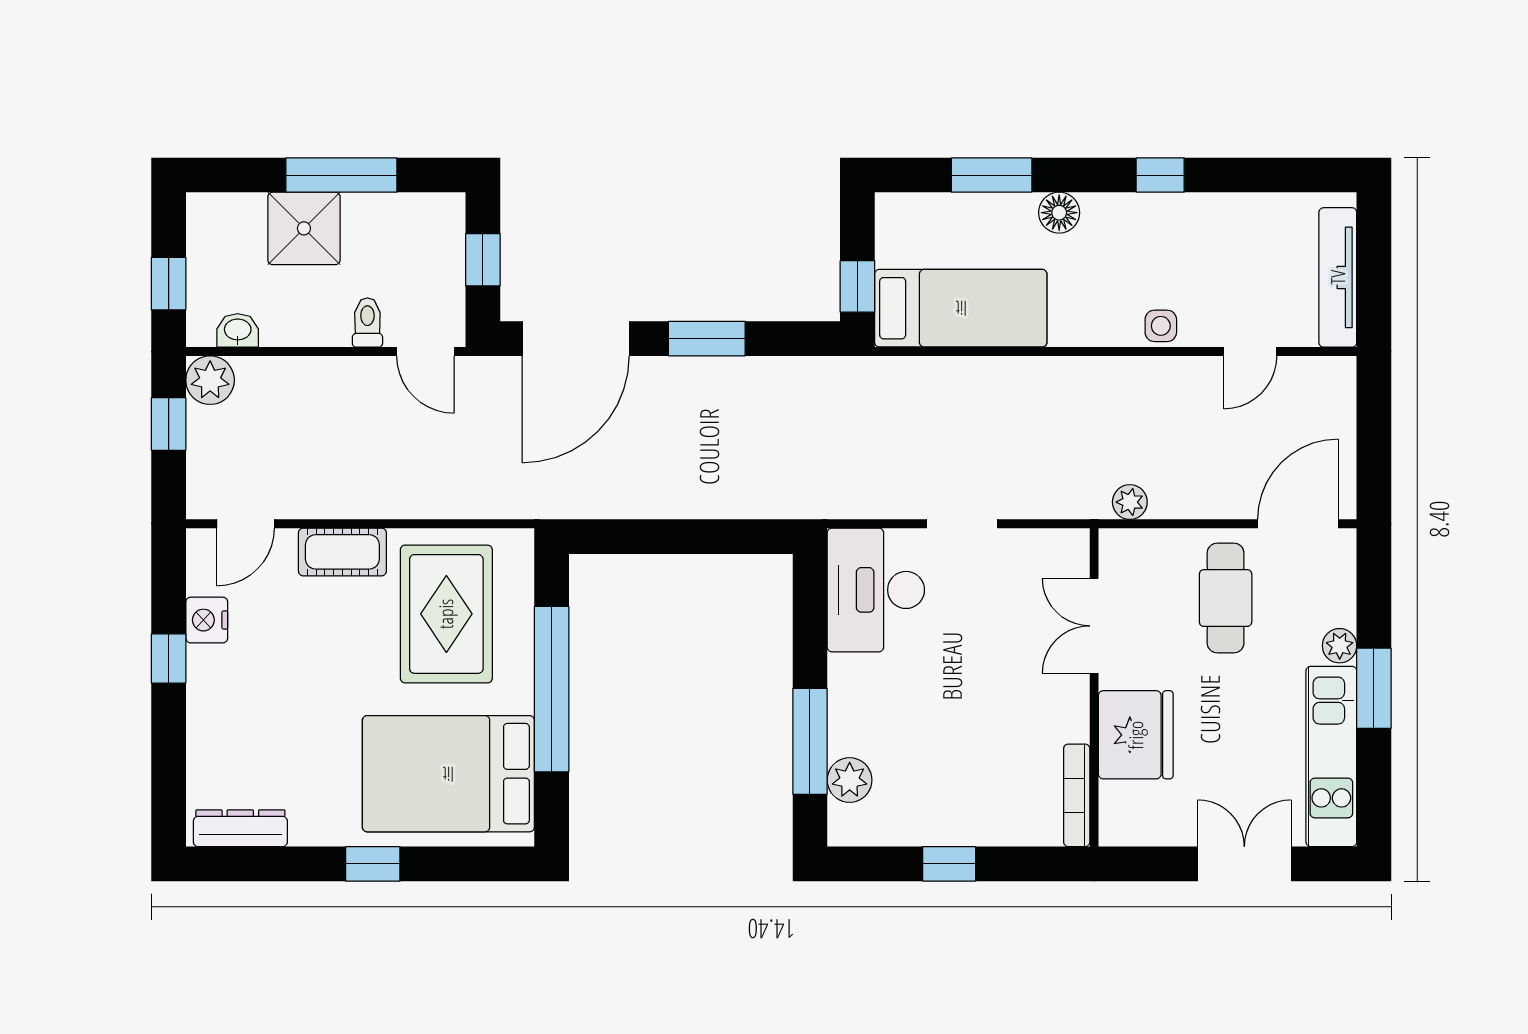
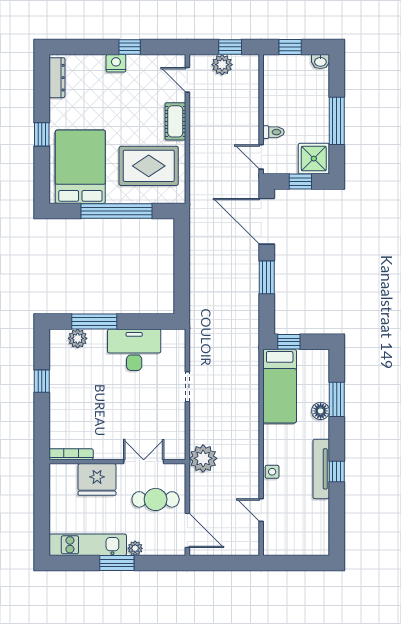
floor lamp: (1059, 213) -> (321, 411), moved
shower: (304, 228) -> (314, 159), moved
tv unit: (1338, 277) -> (321, 469), moved, turned -90
washbasin: (238, 330) -> (320, 61), moved, turned 90
door: (425, 352) -> (261, 157), hinge flipped
plant: (210, 380) -> (222, 65), moved
plant: (1130, 502) -> (203, 458), width x1.87, depth x1.87
desk: (876, 590) -> (134, 350), moved
nightstand: (207, 620) -> (116, 63), moved
double door: (1094, 626) -> (144, 462), moved
wall: (1094, 687) -> (117, 462), moved
fridge: (1136, 735) -> (97, 479), moved
bookcase: (1077, 795) -> (71, 454), moved
double door: (1244, 864) -> (42, 508), removed

